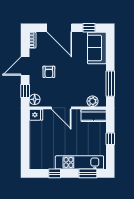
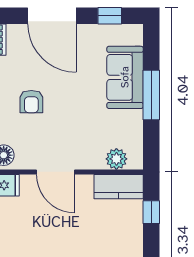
sofa: (97, 48) -> (125, 77), moved
window: (110, 84) -> (151, 95), moved
window: (110, 139) -> (151, 212), moved

